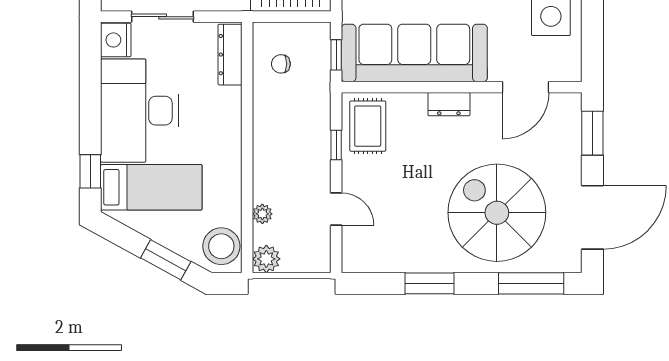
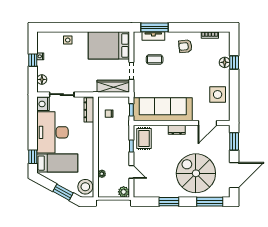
plant: (266, 259) -> (124, 192), moved

